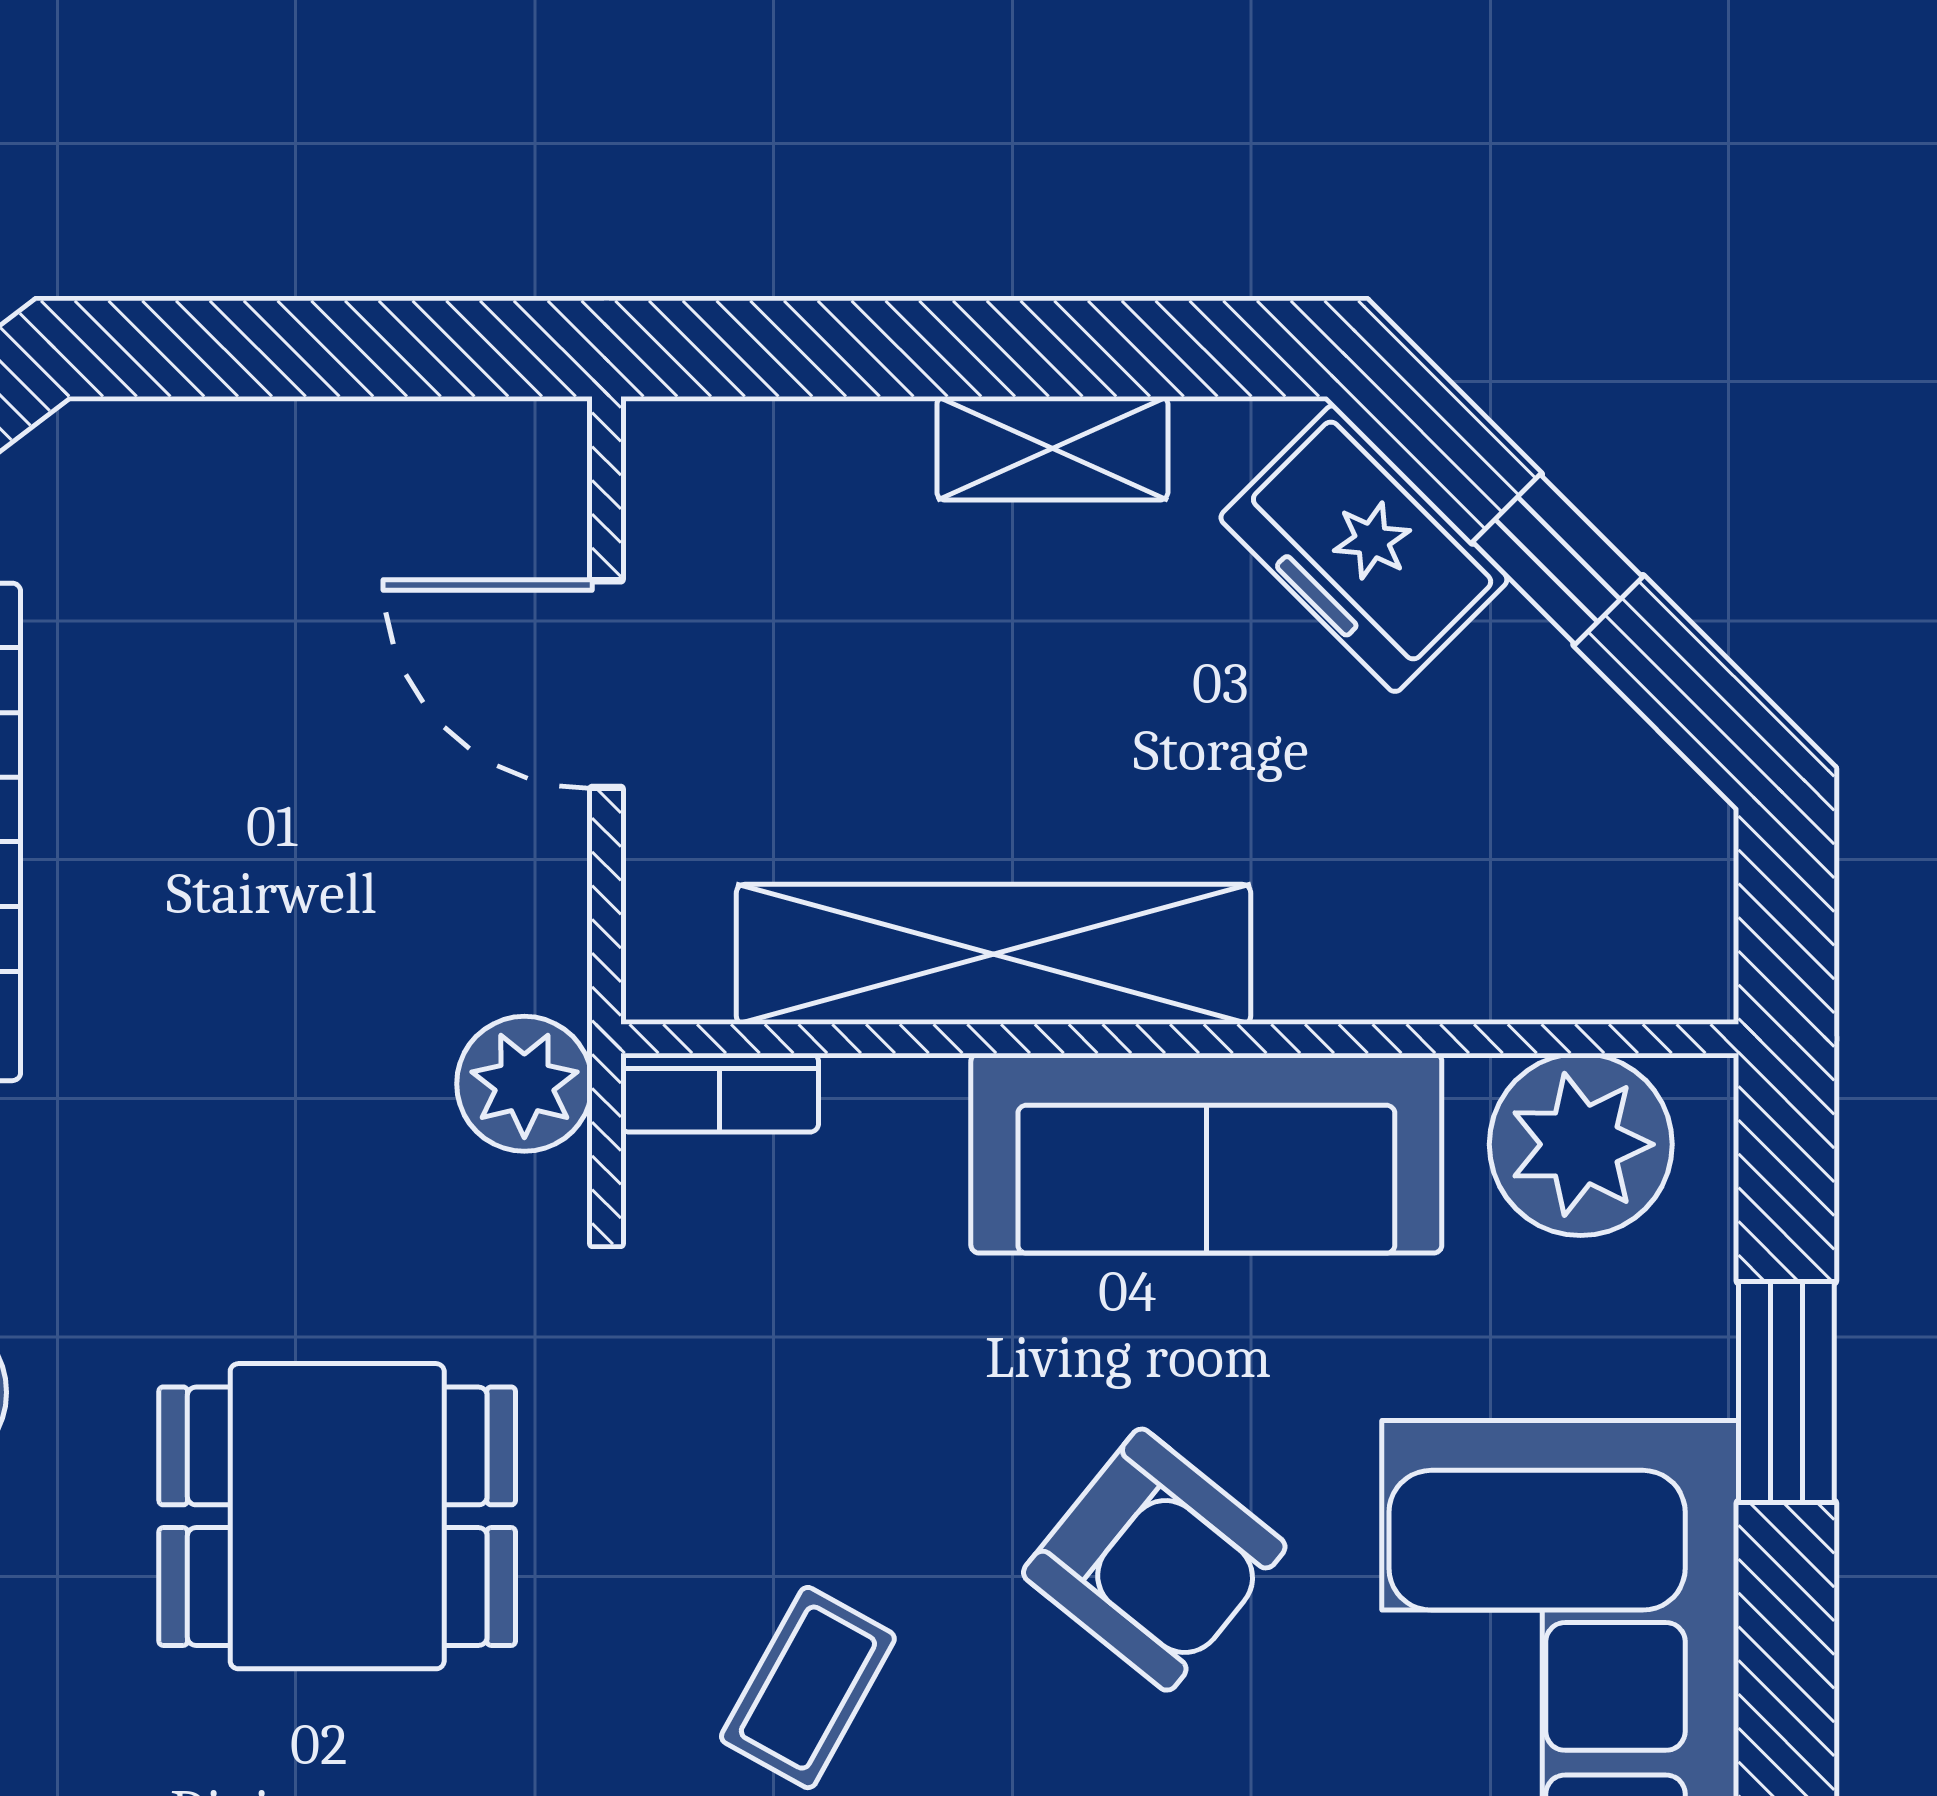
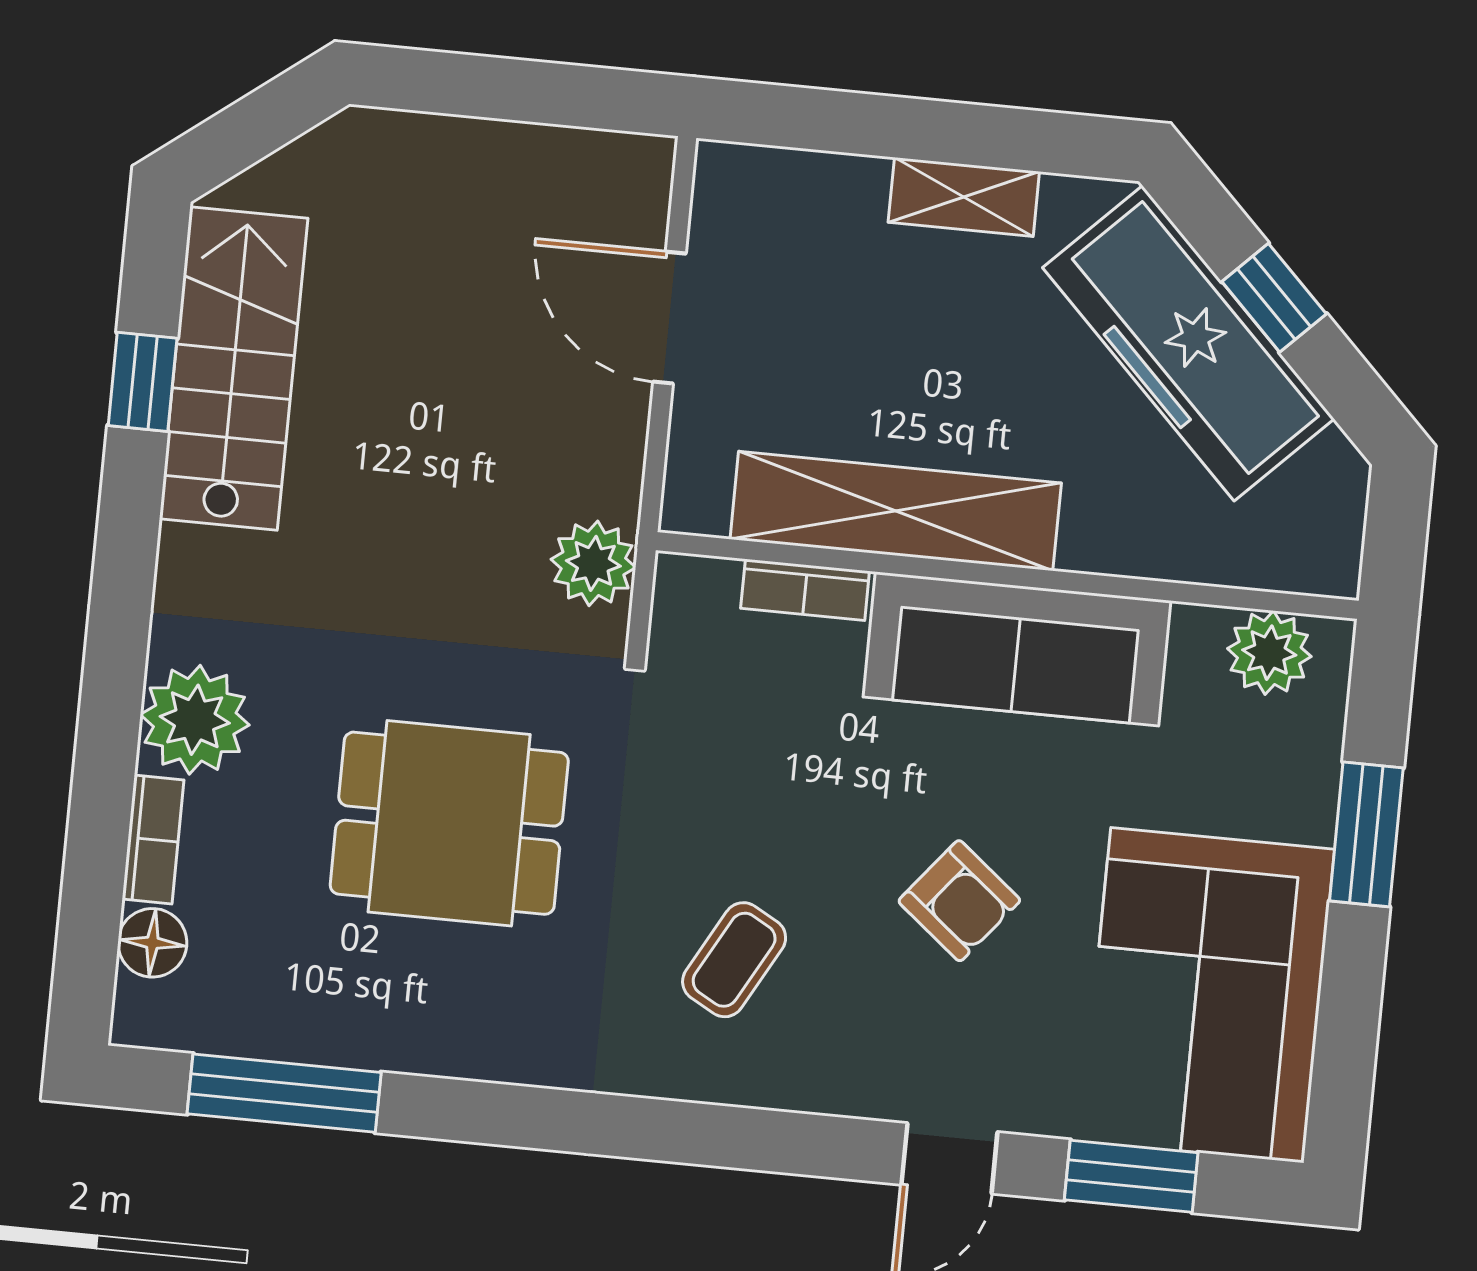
freezer: (1364, 549) -> (1188, 343), width x1.91, depth x1.26
bookcase: (720, 1093) -> (805, 590), moved
plant: (1581, 1144) -> (1269, 653), width x0.73, depth x0.73
armchair: (1154, 1560) -> (959, 901), width x0.72, depth x0.72

